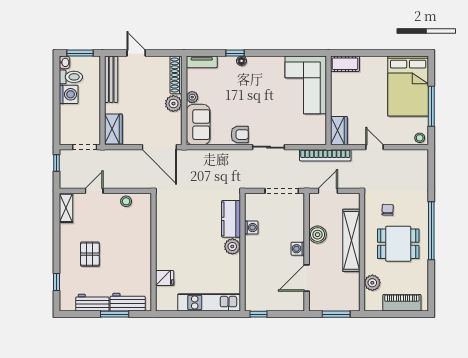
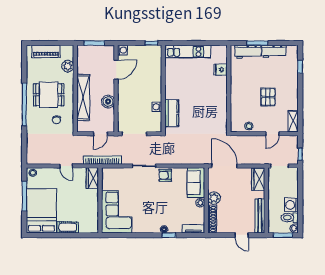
cot: (345, 64) -> (68, 227), moved
plant: (232, 246) -> (171, 93), removed
washing machine: (298, 249) -> (123, 50), moved
pallet: (90, 254) -> (268, 97), moved

